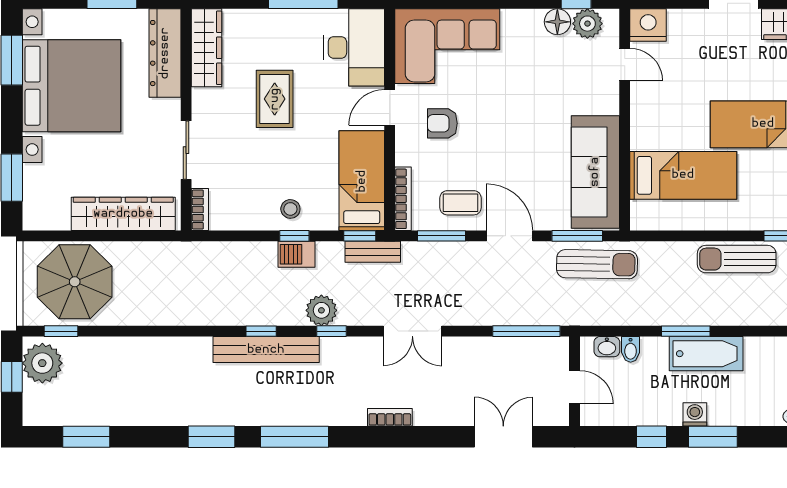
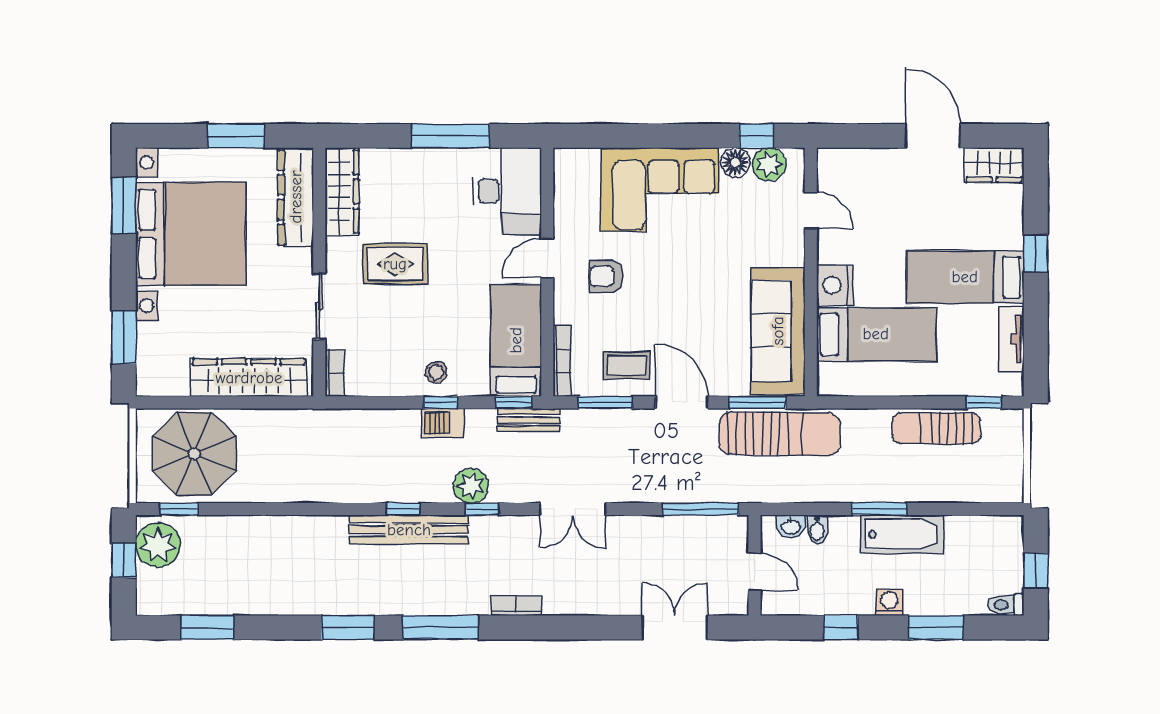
nightstand: (648, 25) -> (835, 285), moved, turned -90
corner sofa: (447, 46) -> (660, 190), moved
rug: (275, 99) -> (395, 264), moved, turned 90
sun lounger: (597, 264) -> (780, 434), width x1.36, depth x1.34
bookcase: (390, 417) -> (516, 606), moved
window: (713, 437) -> (936, 627), moved

